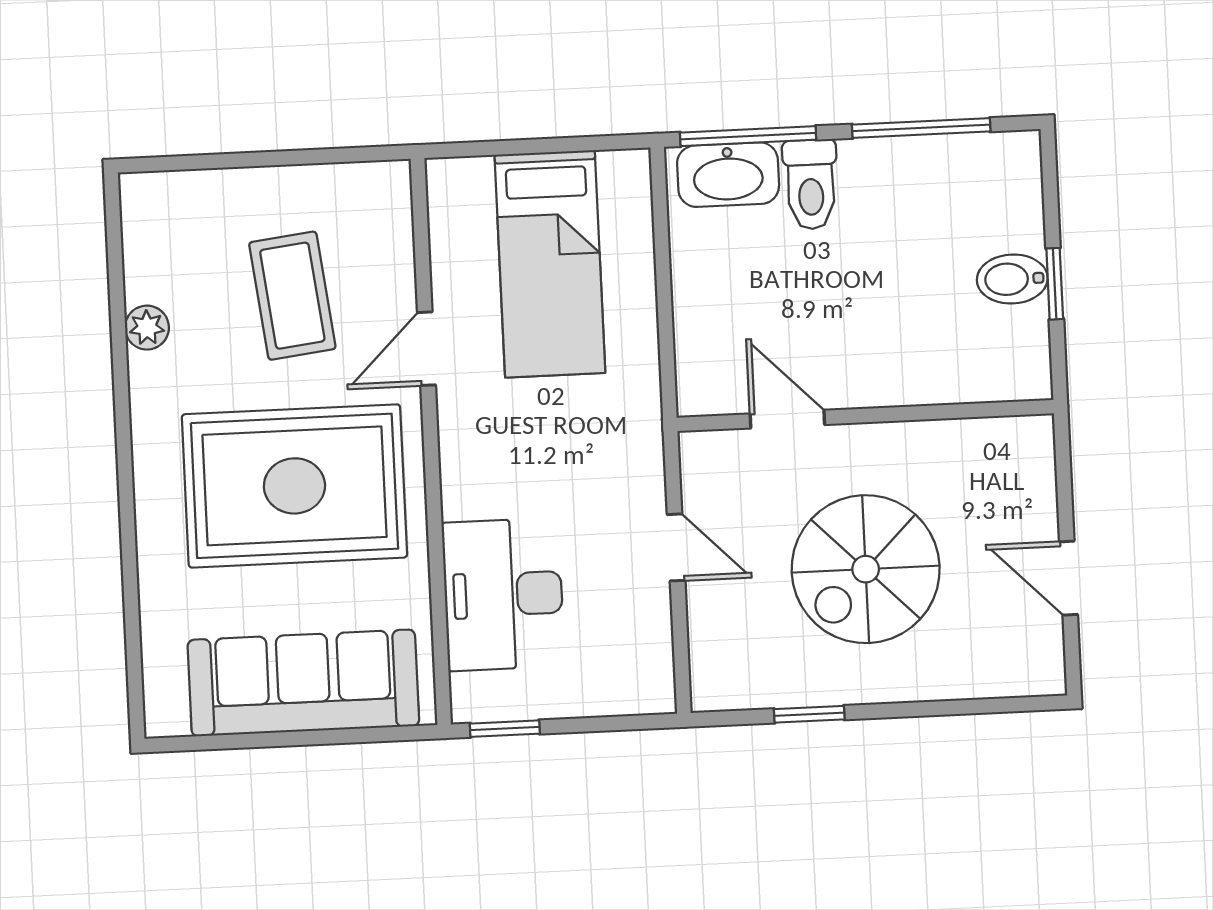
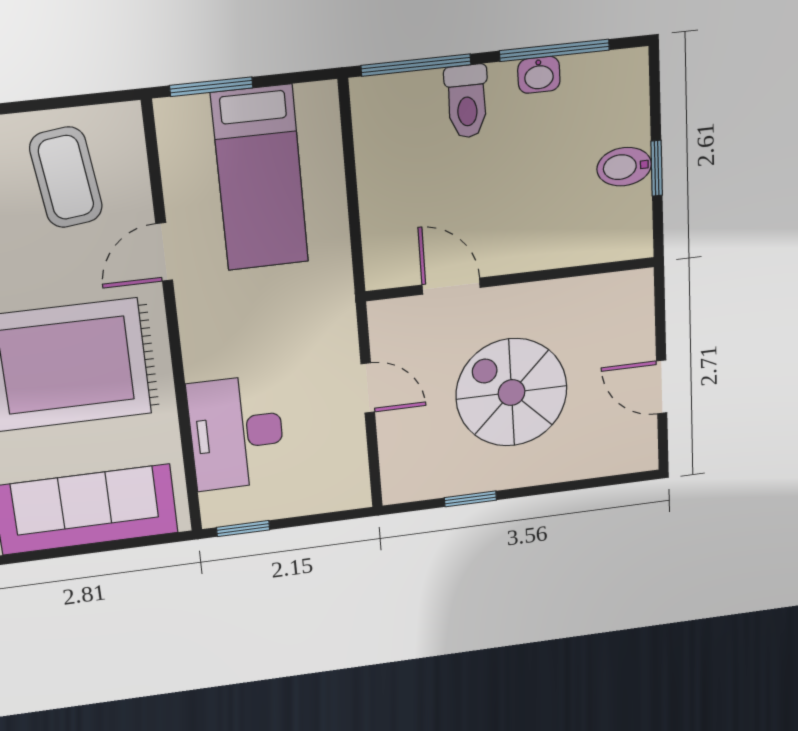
window: (497, 148) -> (211, 87), added
washbasin: (728, 175) -> (539, 75), moved, width x0.52, depth x0.69
coffee table: (292, 296) -> (66, 177), moved
spiral stairs: (866, 569) -> (512, 392), turned 90

